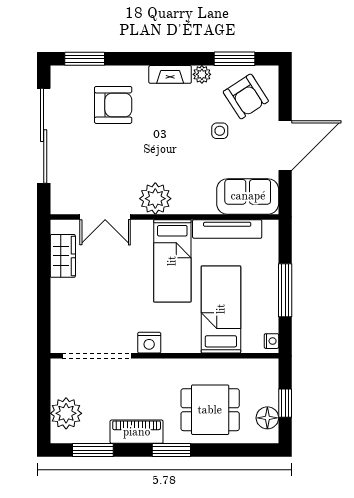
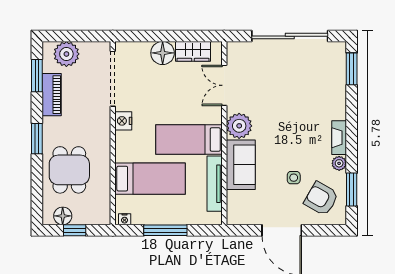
armchair: (246, 96) -> (321, 199), turned 63
armchair: (113, 105) -> (314, 92), removed
sofa: (248, 196) -> (241, 165), moved
floor lamp: (65, 294) -> (163, 53), added
piano: (137, 432) -> (52, 95), moved

